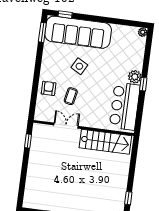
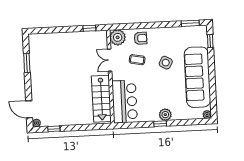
sofa: (78, 32) -> (197, 77), moved
bar counter: (125, 106) -> (125, 102), moved, turned 90
plant: (43, 113) -> (118, 37), added
double door: (66, 126) -> (110, 60), swing flipped

